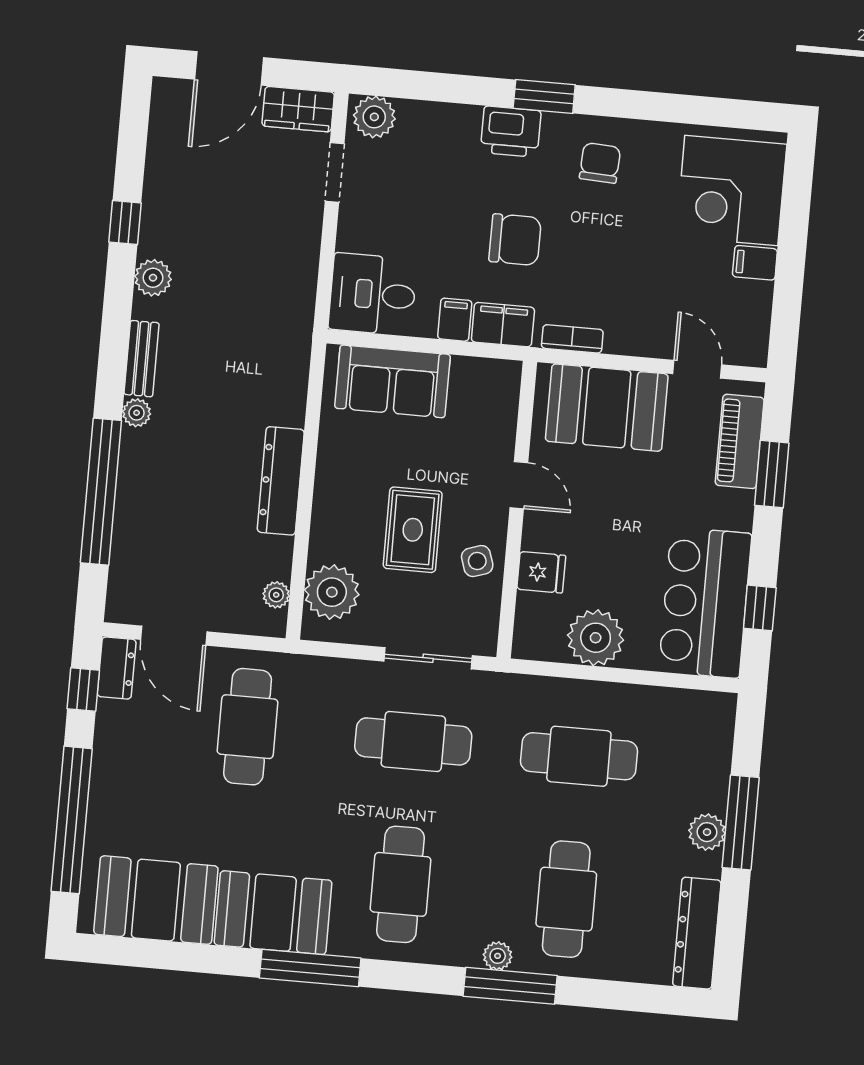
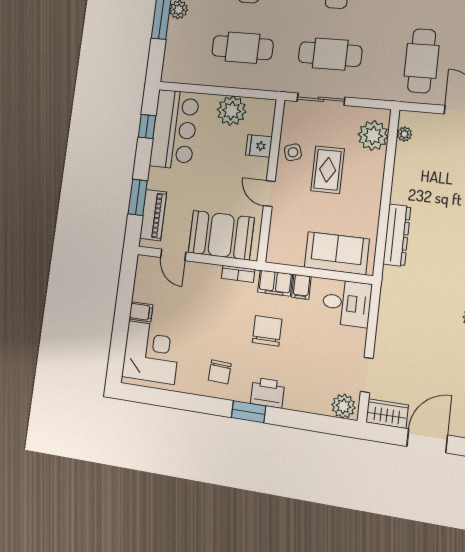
chair: (515, 240) -> (267, 331), turned 90
dresser: (281, 481) -> (397, 235), moved

